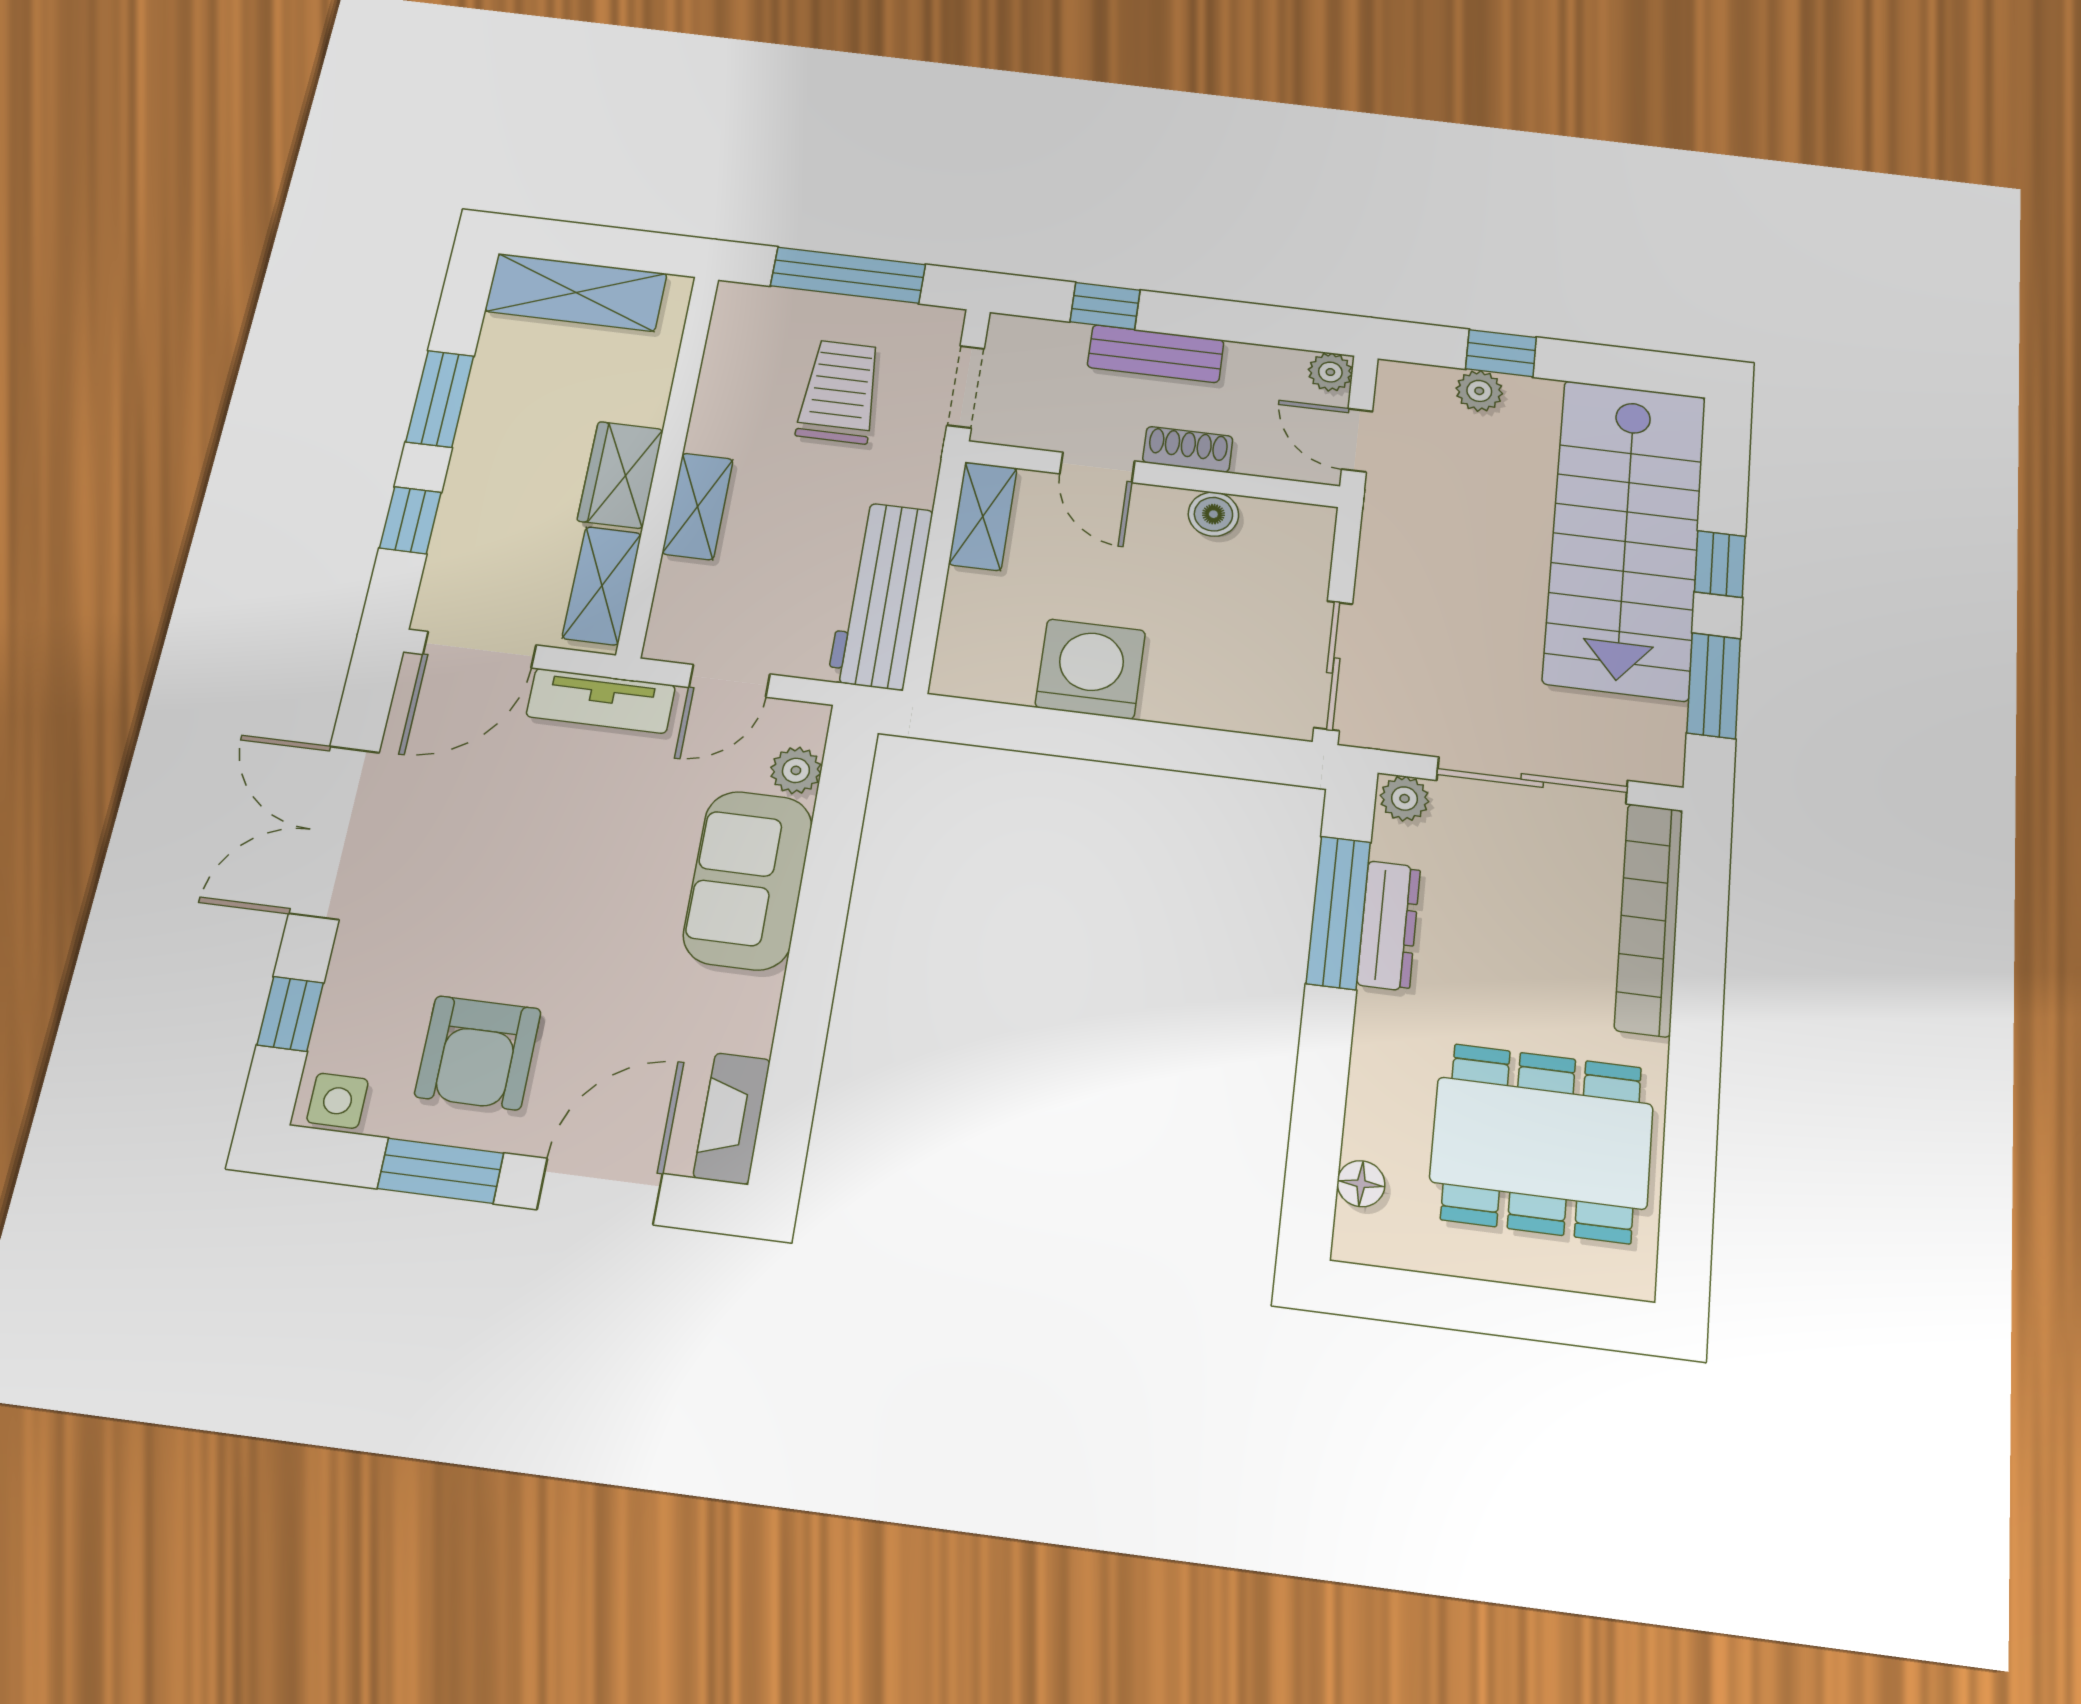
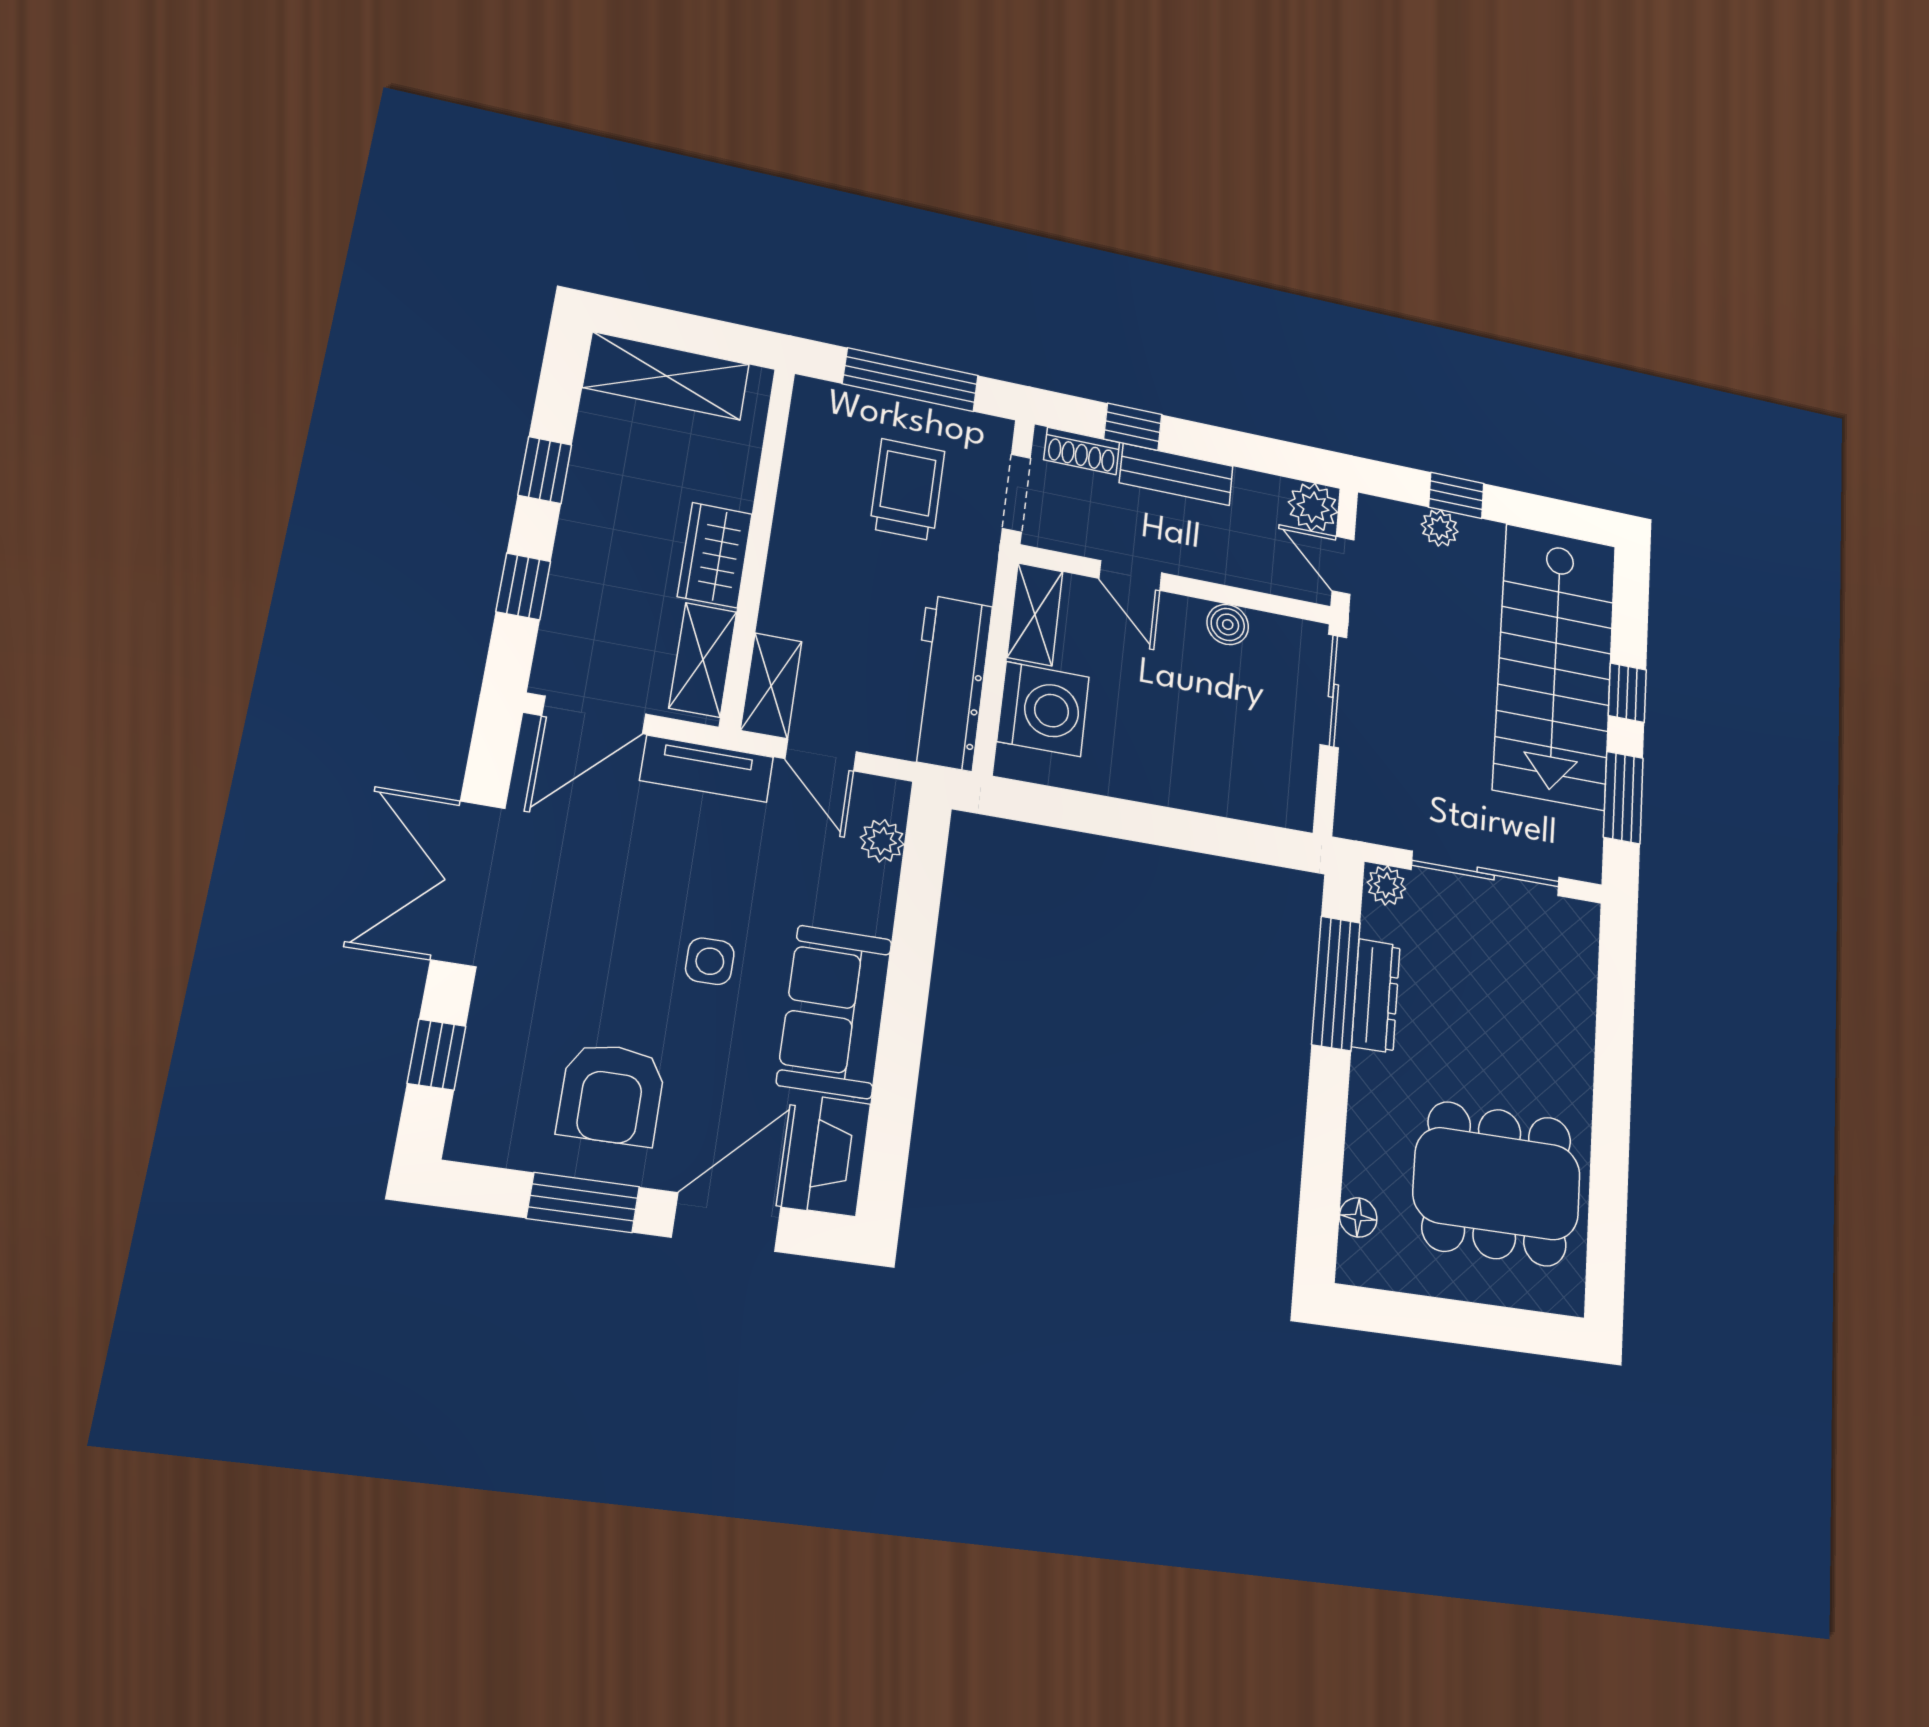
plant: (1330, 372) -> (1313, 507), width x1.38, depth x1.38
window: (440, 399) -> (545, 470), width x0.67
shoe rack: (1188, 449) -> (1082, 451), moved, turned 180
shelving: (698, 506) -> (771, 686), moved
sliding door: (1333, 665) -> (1333, 691), moved
washing machine: (1090, 669) -> (1043, 709), moved, turned 90
door: (729, 681) -> (821, 755), hinge flipped
sofa: (748, 880) -> (835, 1012), moved
bookcase: (1649, 919) -> (1576, 995), removed
side table: (337, 1101) -> (710, 961), moved

